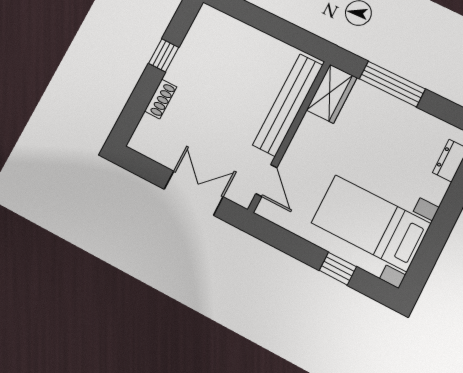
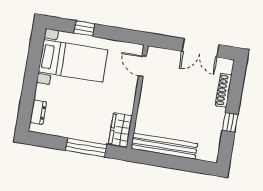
shoe rack: (161, 99) -> (224, 90), width x1.43
bench: (288, 105) -> (164, 146), moved, turned 90
double door: (194, 193) -> (200, 48), moved

